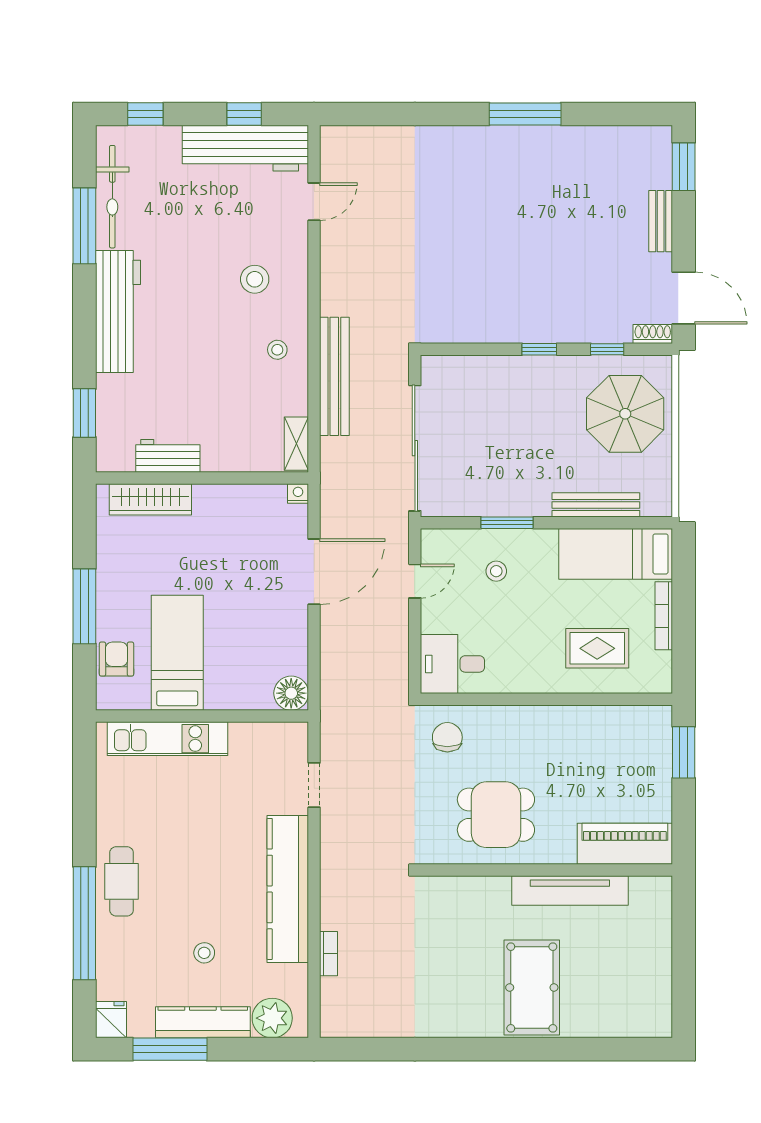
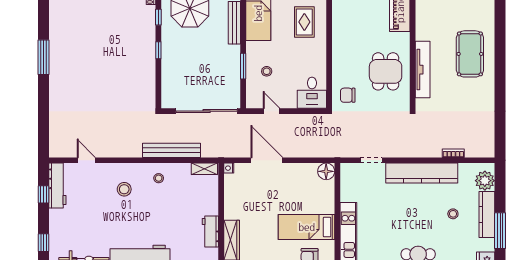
workbench: (245, 148) -> (57, 186), width x0.73, depth x0.76
tv unit: (570, 890) -> (423, 70), moved
pool table: (532, 988) -> (470, 54), turned 90

